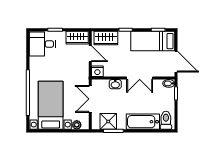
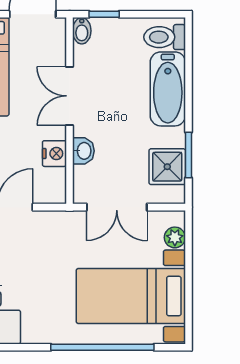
nightstand: (97, 71) -> (54, 154), moved
double door: (140, 78) -> (70, 96), swing flipped

